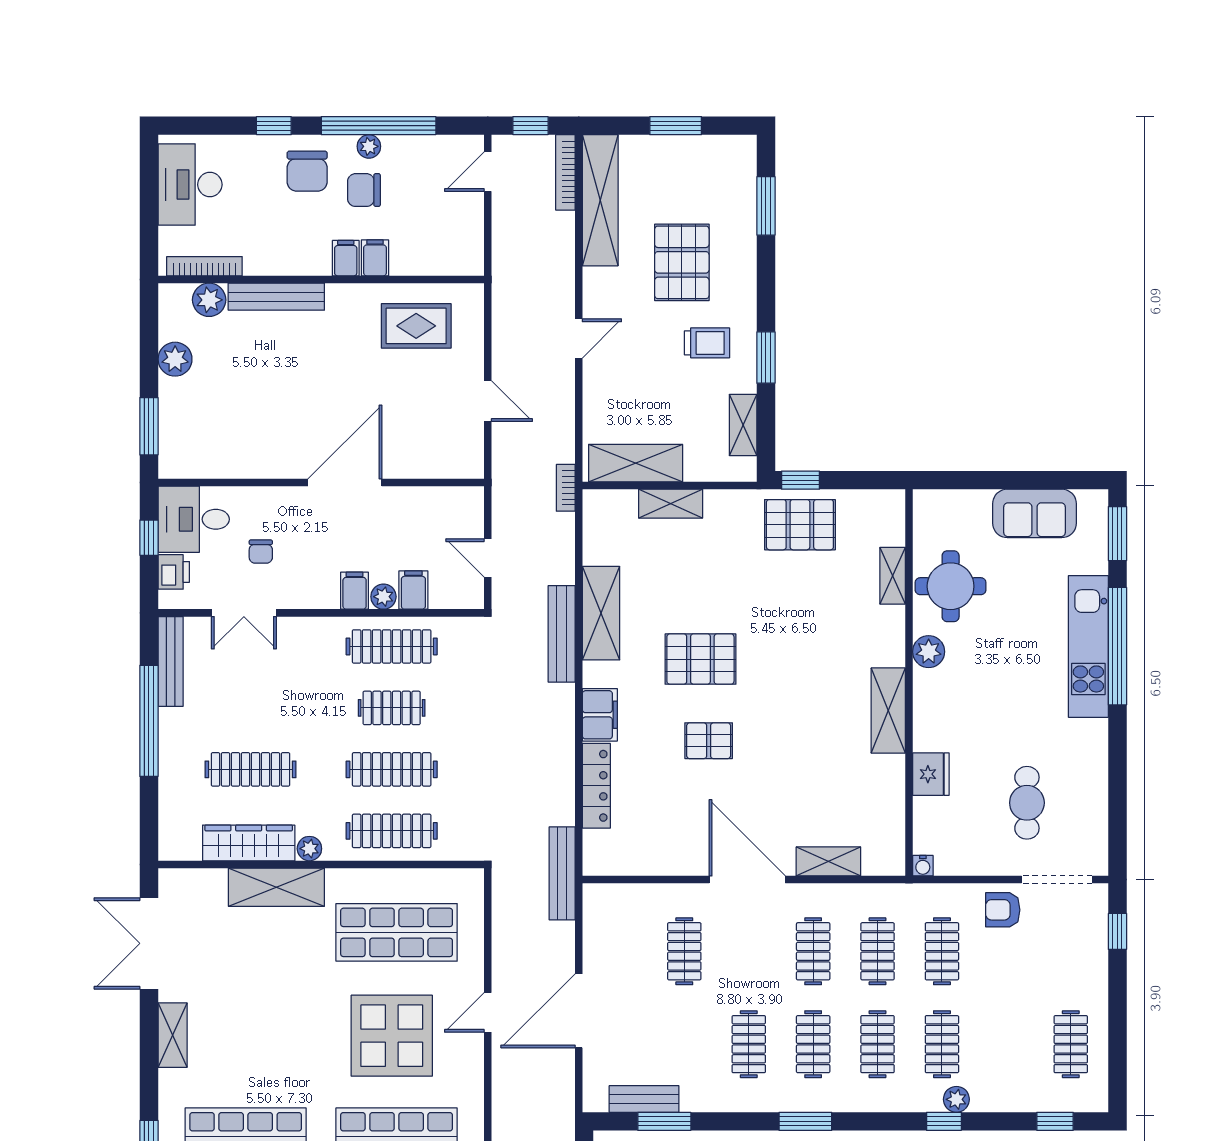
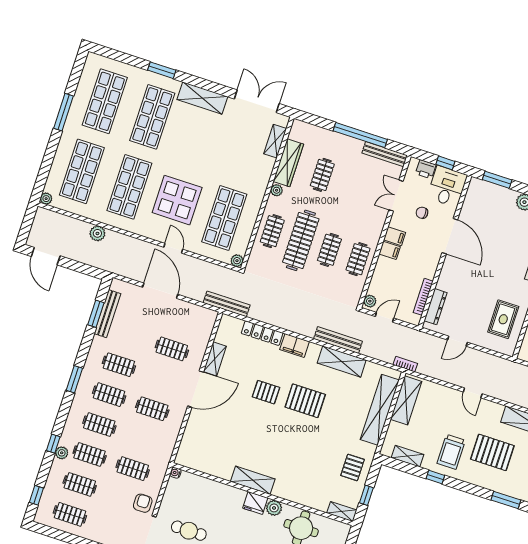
trolley: (707, 343) -> (451, 452), width x1.36, depth x1.39
window: (766, 358) -> (435, 477), width x0.67
dresser: (435, 465) -> (436, 307), added
window: (800, 480) -> (366, 495), moved
door: (345, 483) -> (450, 236), moved
bookcase: (423, 496) -> (423, 297), added
shelving: (671, 504) -> (380, 410), width x2.20, depth x1.33
pallet: (800, 525) -> (353, 467), width x0.67, depth x0.71
shelving: (893, 576) -> (342, 512), moved
filing cabinet: (413, 590) -> (395, 236), moved
plant: (383, 597) -> (370, 301), moved
clothes rail: (392, 646) -> (358, 259), width x0.73
pallet: (700, 659) -> (305, 401), turned 90
pallet: (709, 741) -> (266, 392), turned 90
clothes rail: (251, 769) -> (322, 175), width x0.73
clothes rail: (392, 769) -> (301, 240), width x1.37, depth x1.31
fridge: (931, 774) -> (255, 503), moved
clothes rail: (392, 831) -> (272, 231), width x0.73
shelving: (828, 861) -> (215, 359), moved
plant: (471, 881) -> (237, 261), added
shelving: (276, 887) -> (275, 141), moved, width x0.67, depth x0.75
clothes rail: (878, 951) -> (80, 484), moved
shelving: (173, 1035) -> (202, 98), width x1.50, depth x1.33
bench: (644, 1099) -> (107, 314), width x1.36

